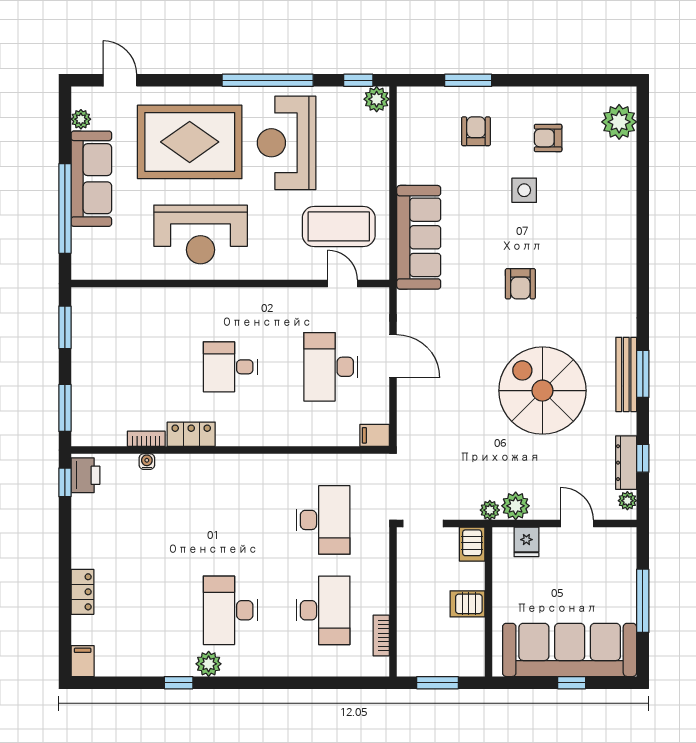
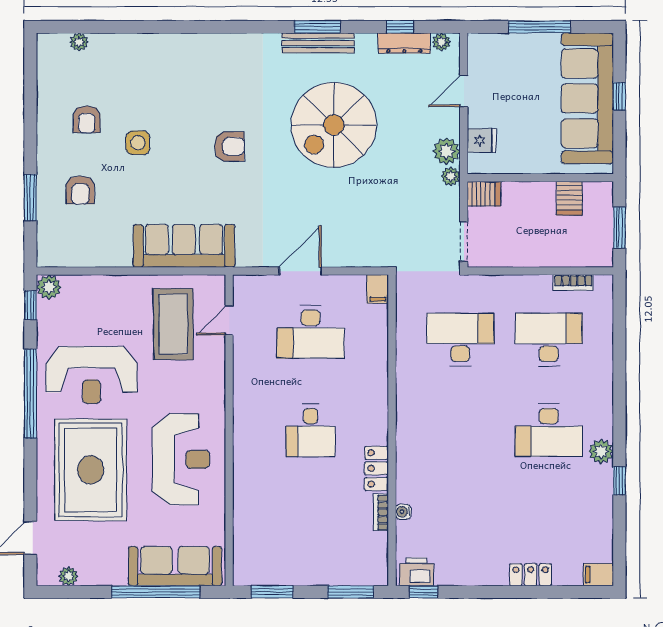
plant: (619, 122) -> (79, 42), width x0.53, depth x0.53
armchair: (476, 131) -> (80, 190), turned -90
sofa: (91, 179) -> (175, 566), moved
server rack: (467, 604) -> (569, 198), moved

